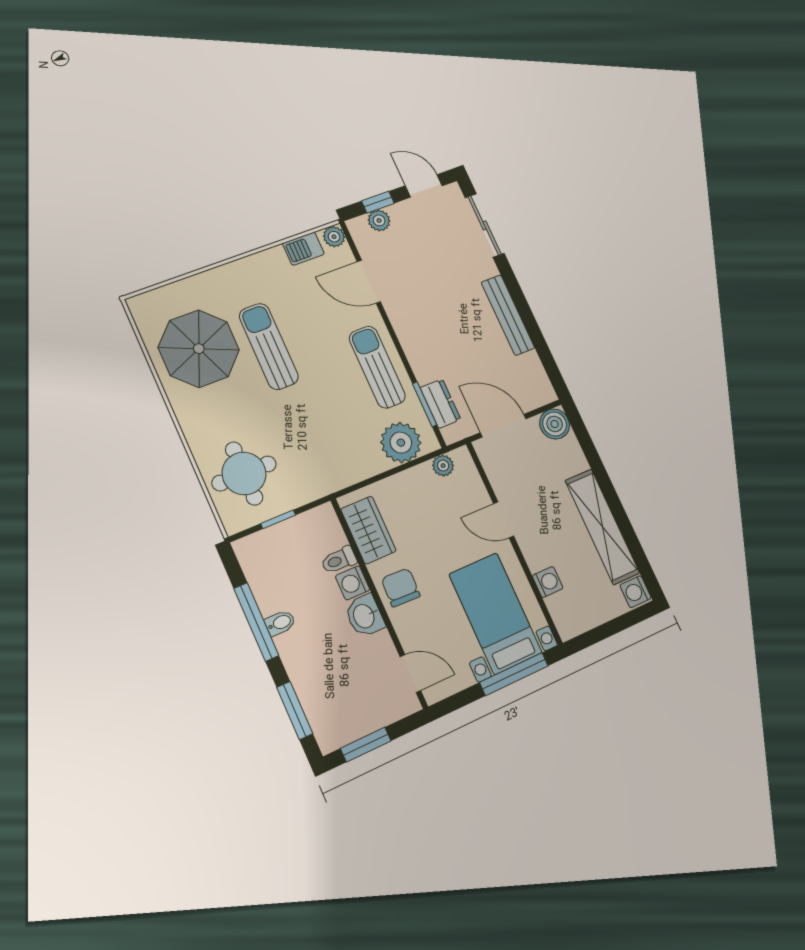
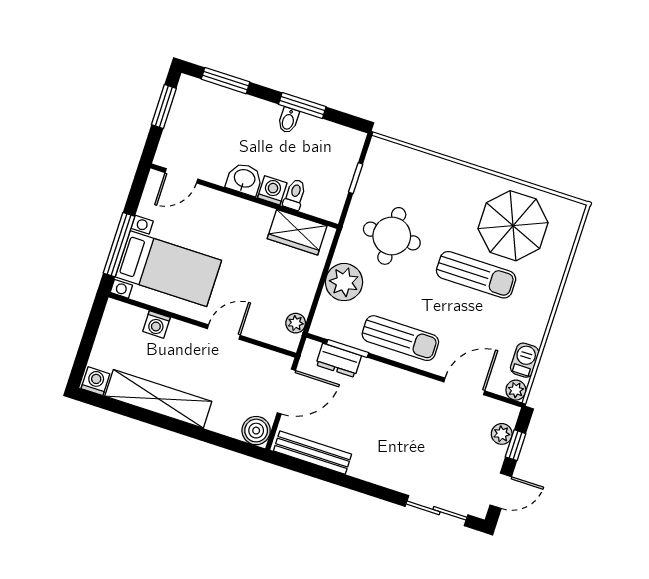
bench: (508, 315) -> (313, 453), moved
plant: (401, 443) -> (344, 282), moved
round table: (244, 473) -> (392, 236), moved
chair: (401, 587) -> (241, 220), removed
window: (256, 622) -> (302, 106), width x0.69

